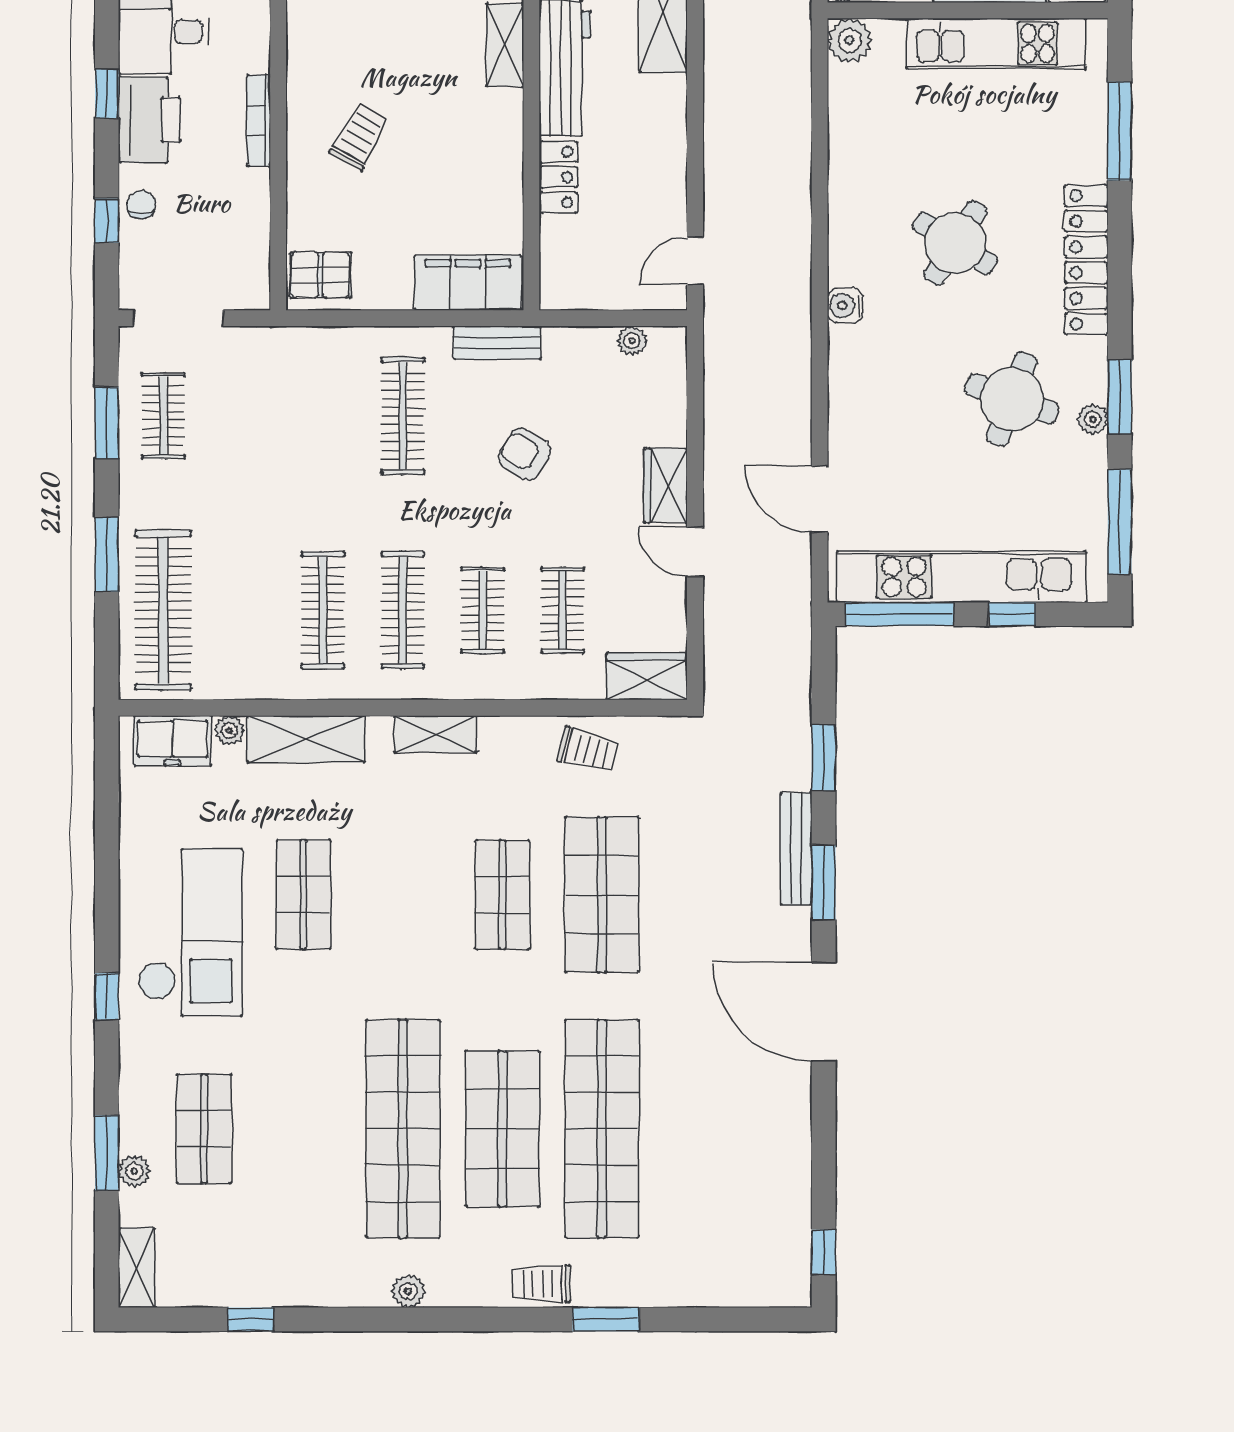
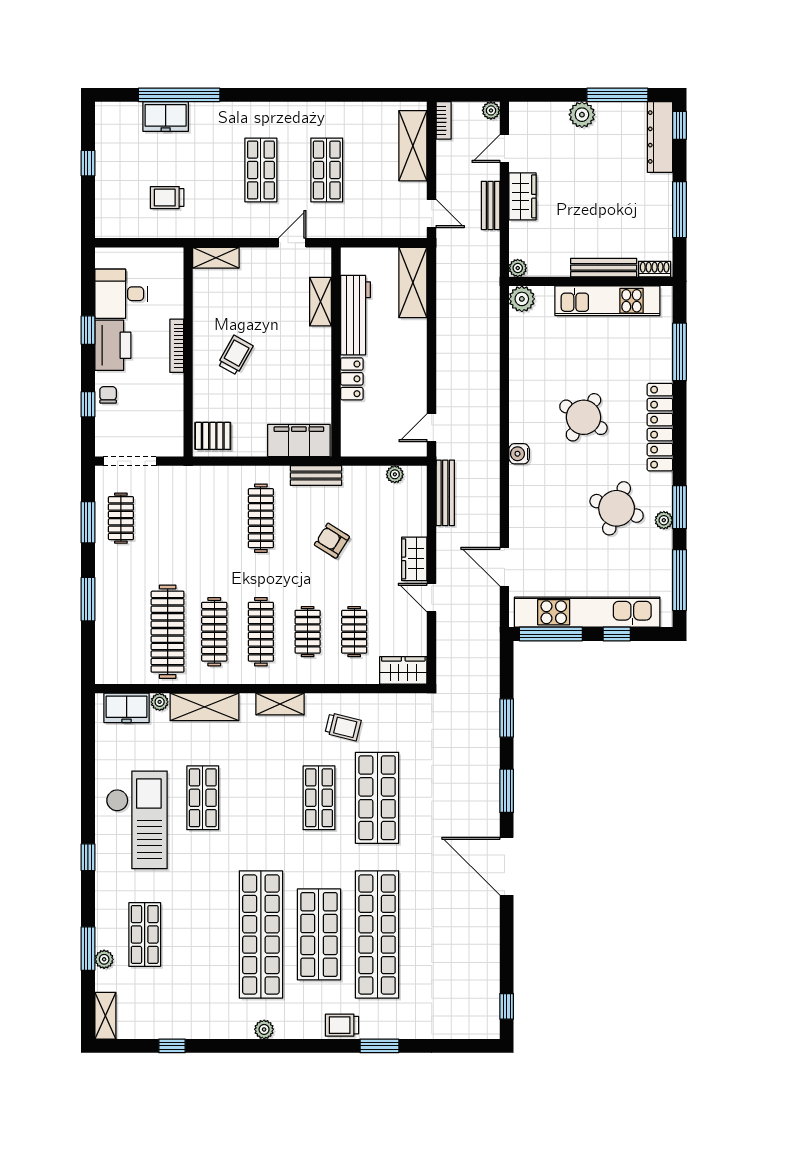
clothes rail: (163, 610) -> (168, 632), moved
trolley: (588, 750) -> (343, 727), moved
bench: (796, 849) -> (445, 493), moved

